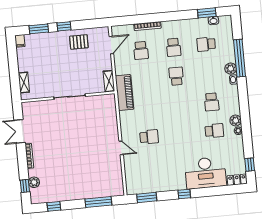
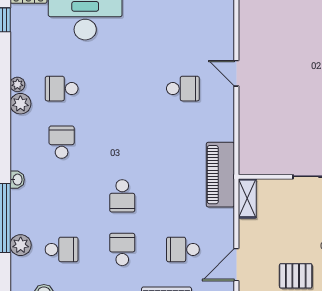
school desk: (141, 50) -> (183, 249), turned -90
plant: (231, 69) -> (21, 245), moved
school desk: (149, 137) -> (183, 89), turned 180

